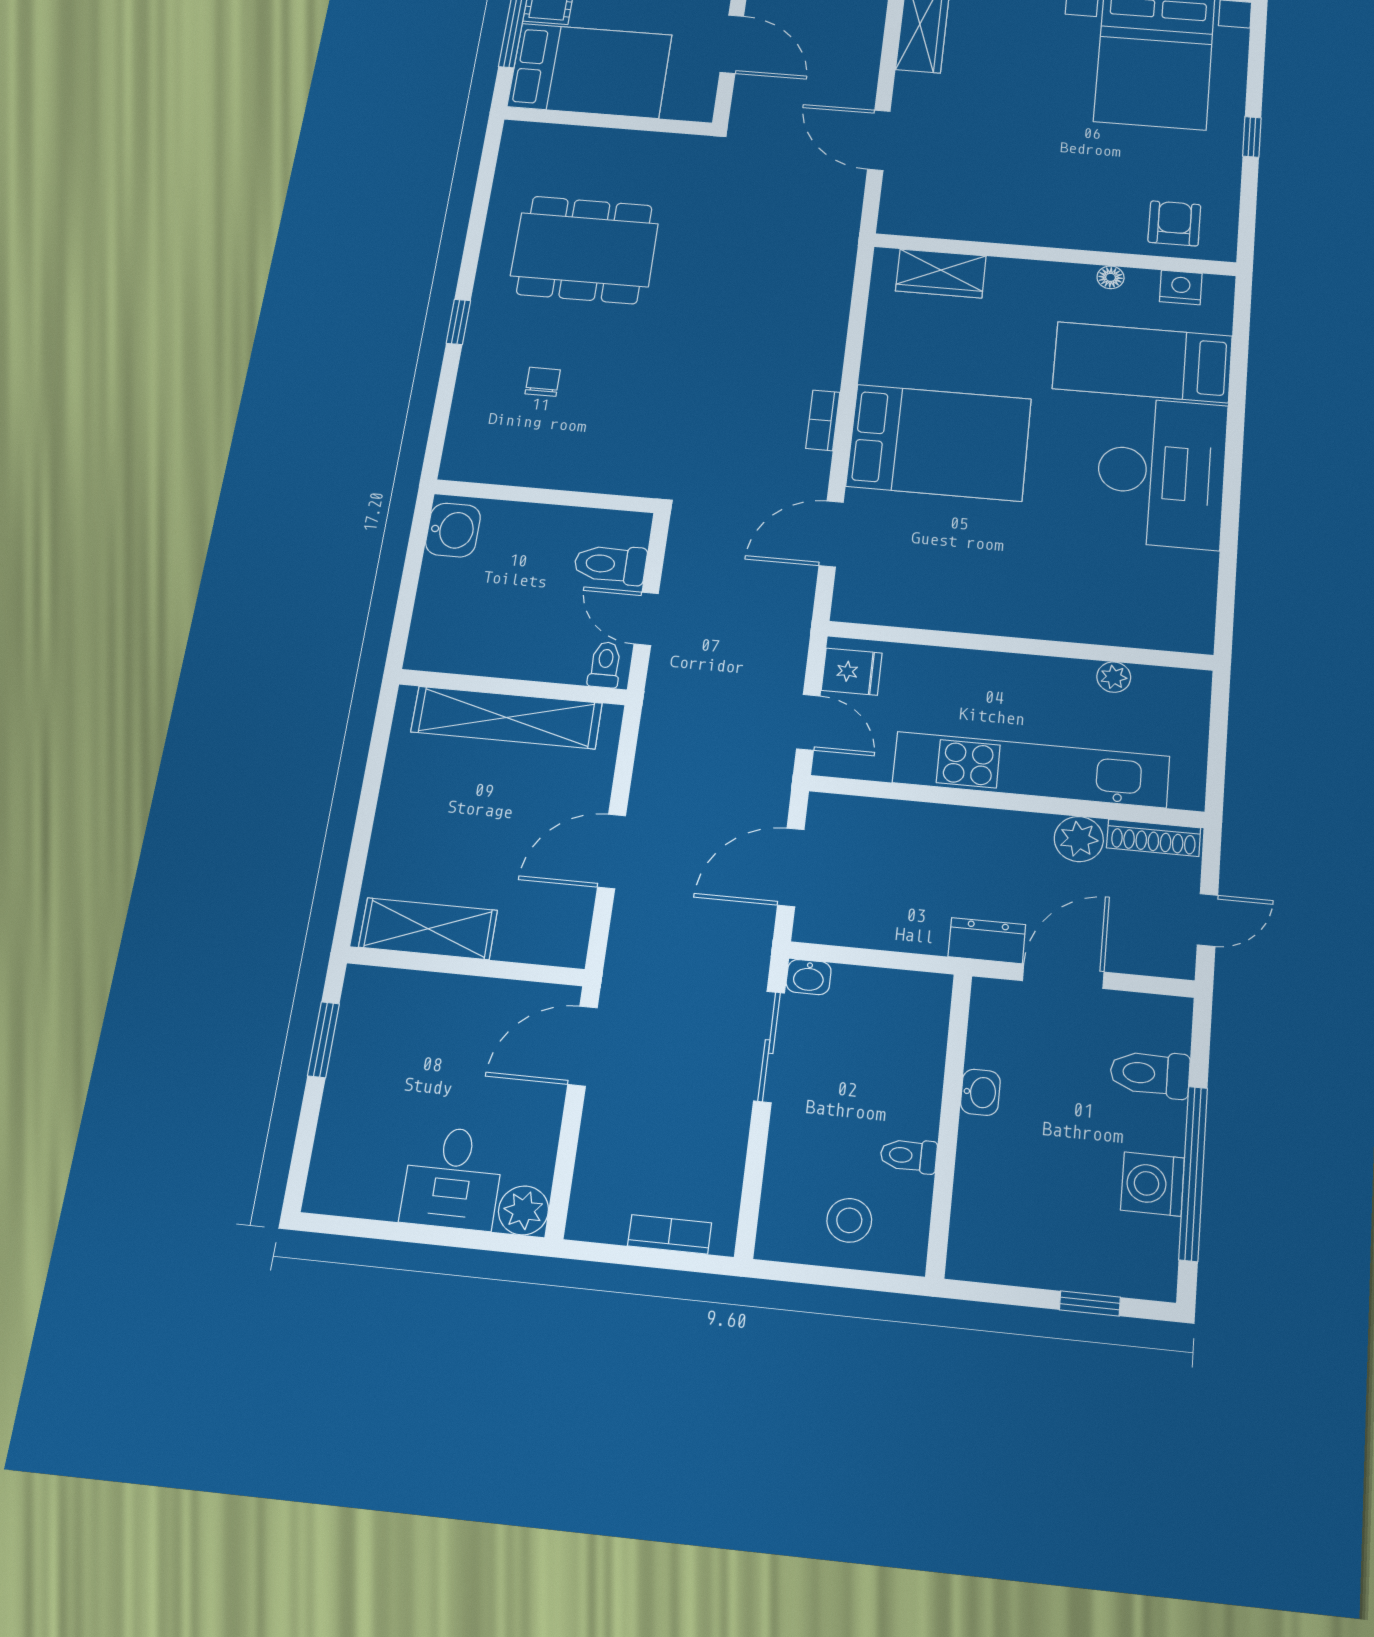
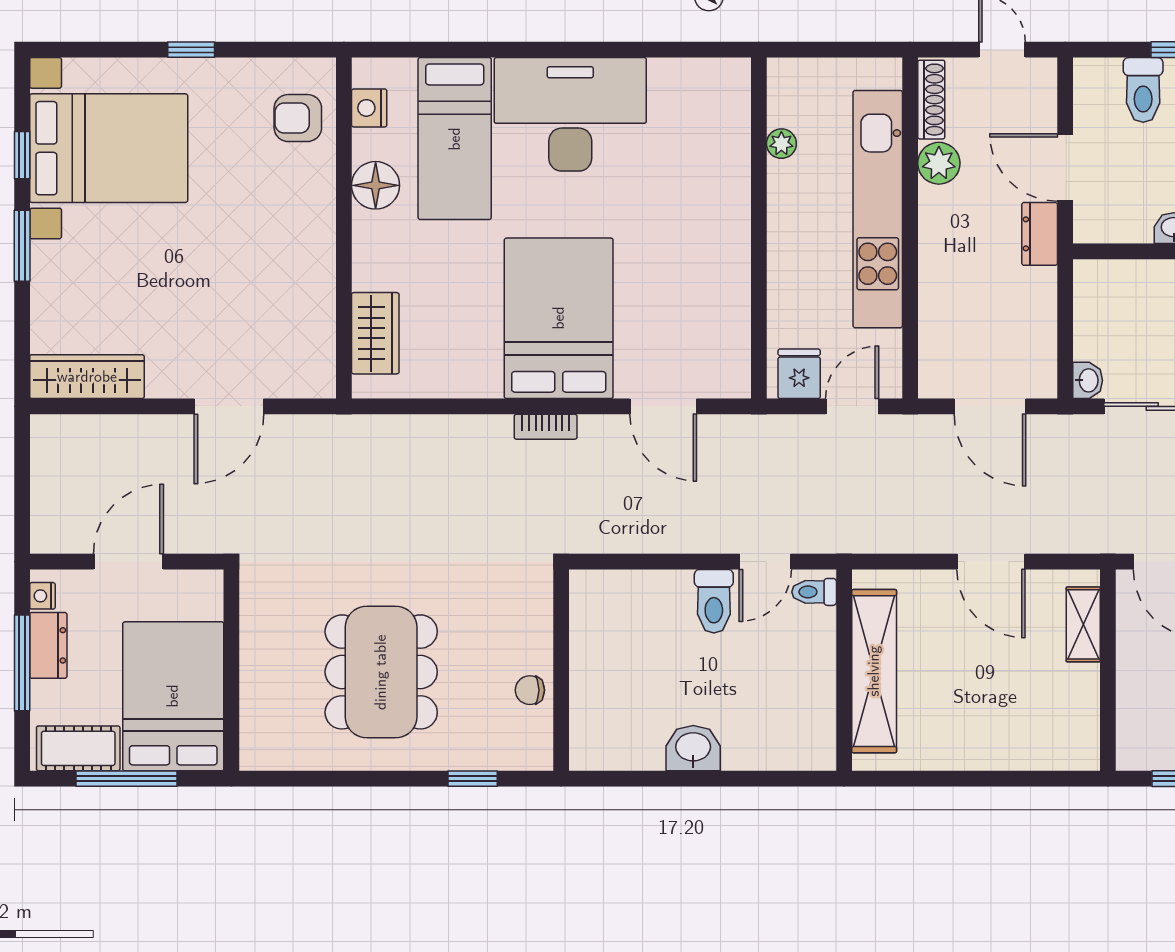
floor lamp: (1111, 277) -> (376, 185), width x1.89, depth x1.89
wall: (545, 496) -> (561, 670), moved
shelving: (428, 929) -> (1083, 624), moved, width x0.67, depth x0.75

